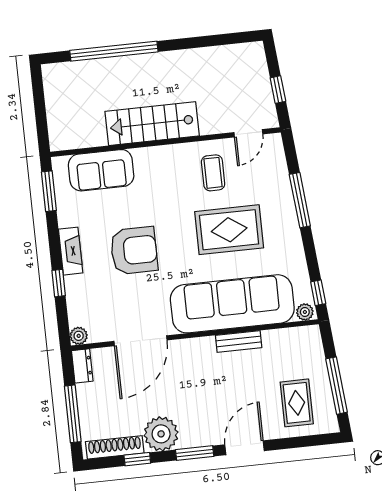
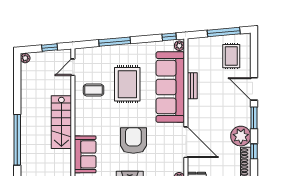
plant: (255, 50) -> (25, 58), added
door: (248, 133) -> (73, 67), swing flipped
rug: (297, 403) -> (231, 56), turned 90

